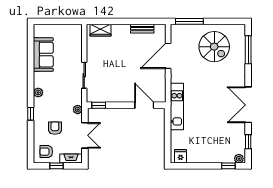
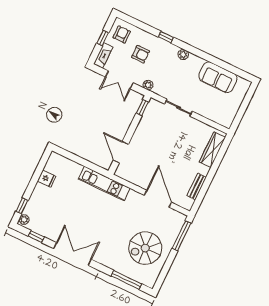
wardrobe: (100, 30) -> (212, 150), width x1.50
door: (144, 105) -> (121, 152), swing flipped
fridge: (181, 156) -> (47, 179), moved

